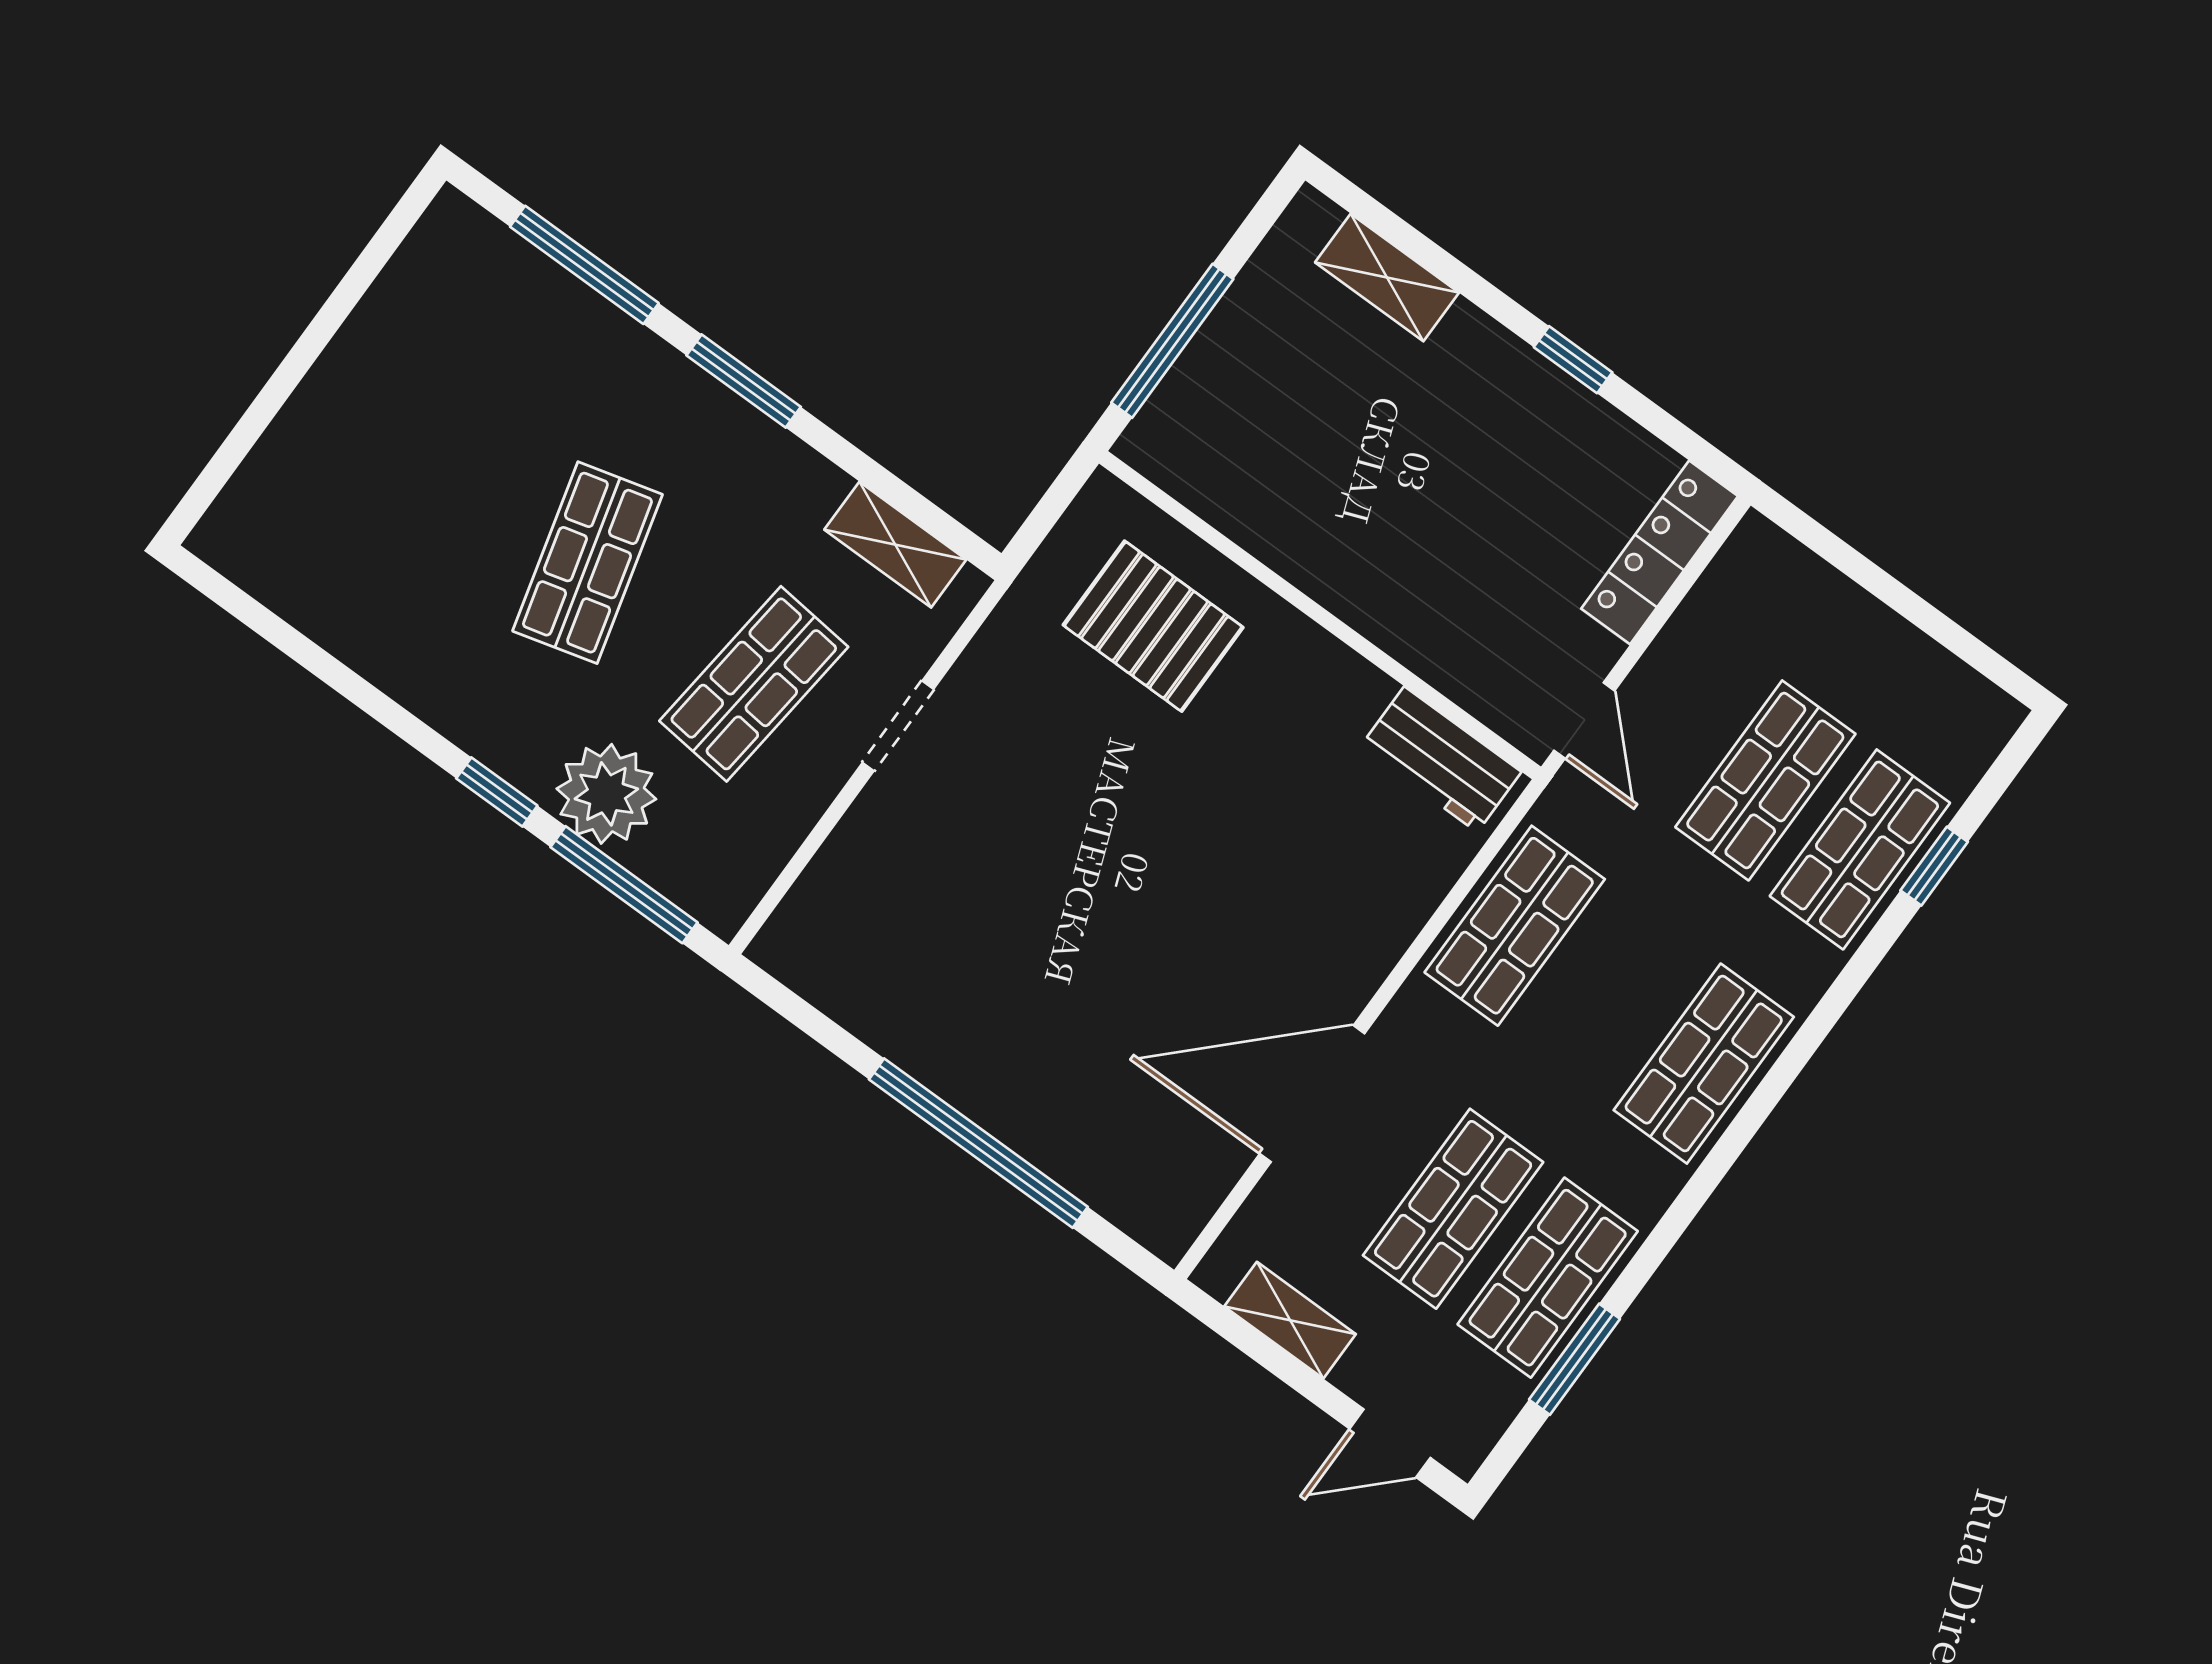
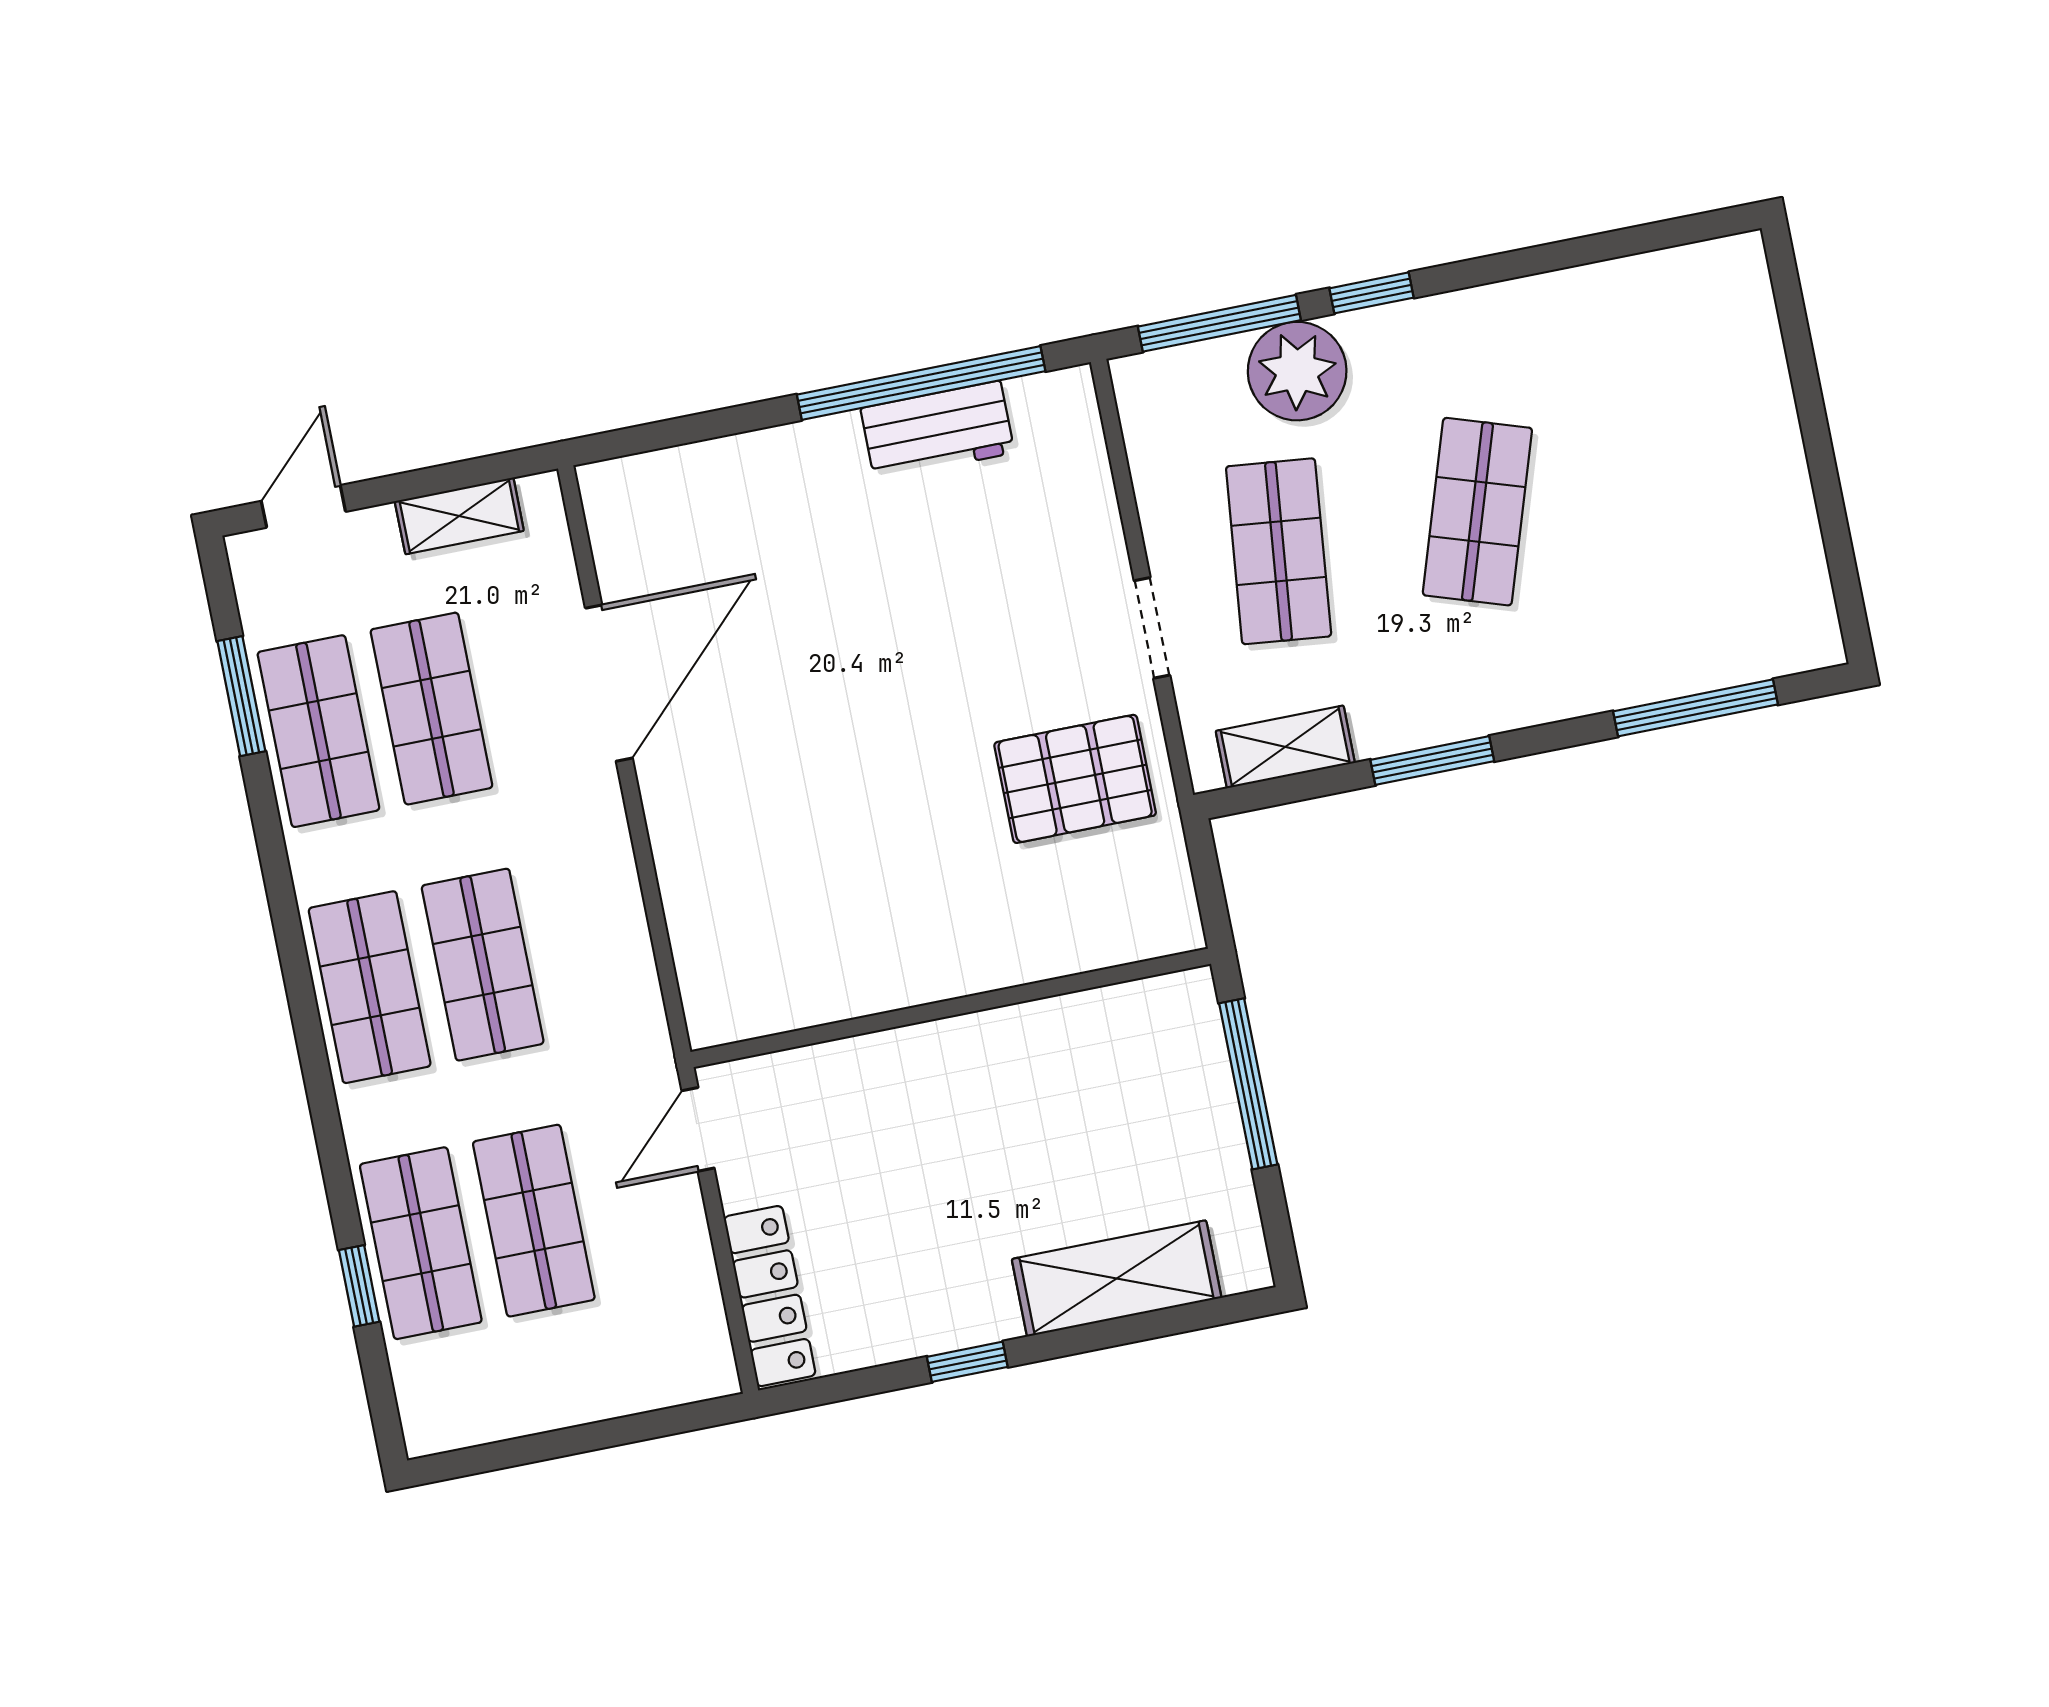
shelving: (1387, 277) -> (1117, 1278), width x1.50, depth x1.33
window: (744, 381) -> (1432, 760), moved
shop shelf: (587, 563) -> (1477, 512), turned 33
pallet: (1153, 626) -> (1075, 779), moved
door: (1584, 721) -> (698, 1129), hinge flipped
workbench: (1441, 759) -> (938, 430), moved, turned 180
shop shelf: (1515, 926) -> (483, 965), moved
window: (978, 1143) -> (921, 383), moved

